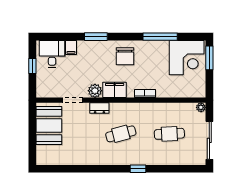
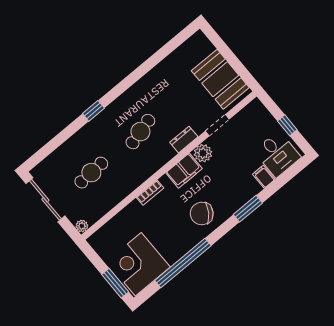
window: (160, 37) -> (183, 263), width x1.46
chair: (125, 56) -> (202, 214), turned -56

